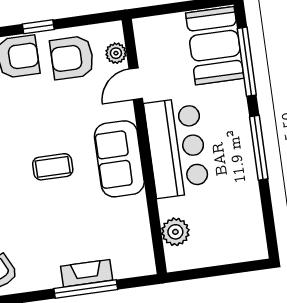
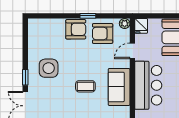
fridge: (146, 32) -> (141, 26), added
plant: (116, 53) -> (125, 23), moved

